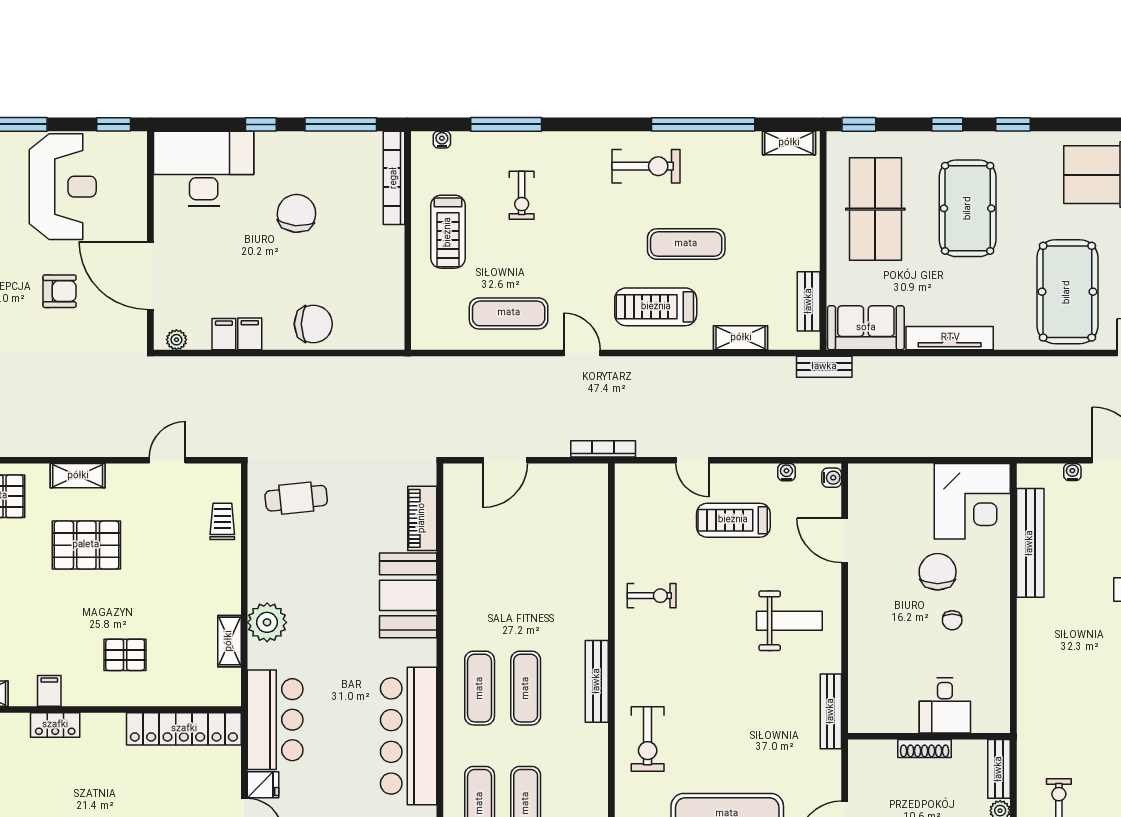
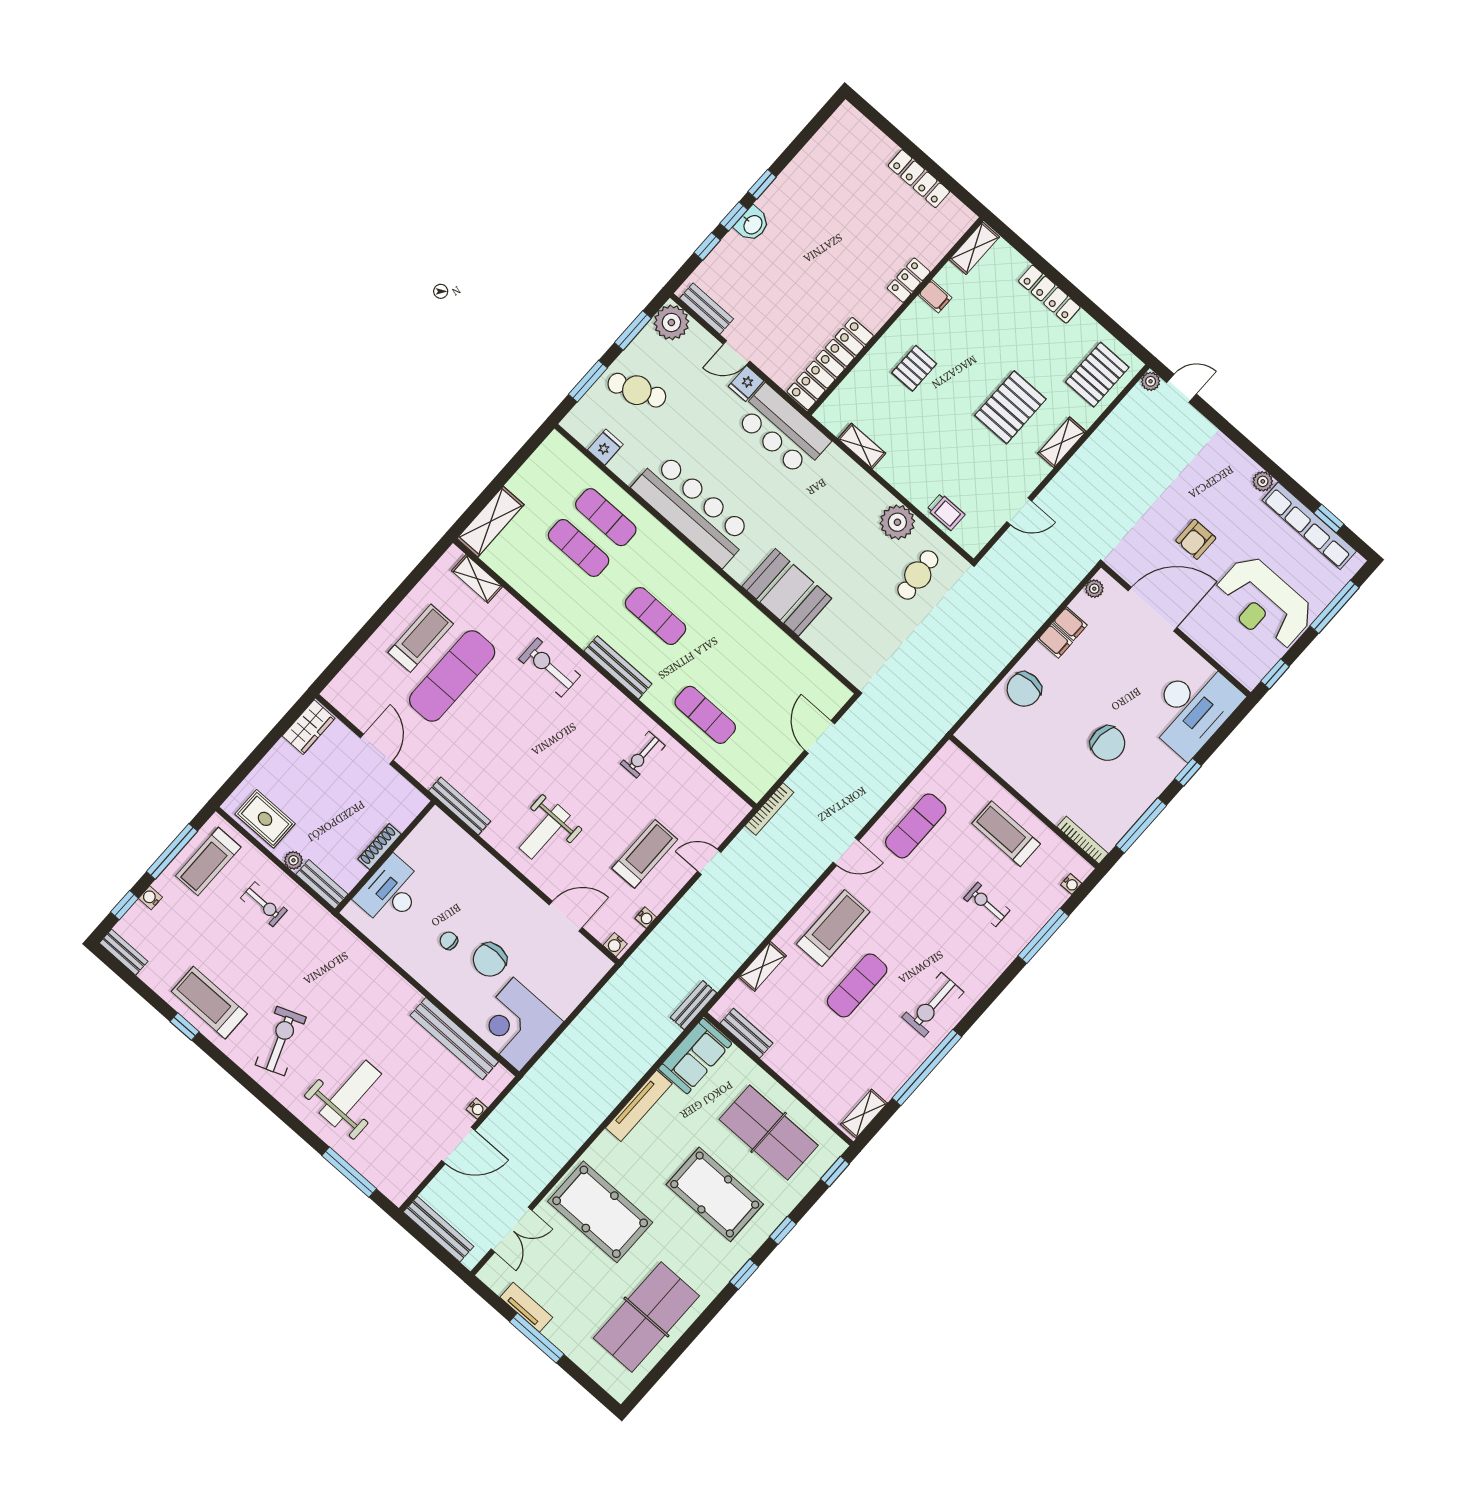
bookcase: (394, 178) -> (1083, 840), width x0.68, depth x0.76
door: (167, 460) -> (1019, 511), hinge flipped
piano: (422, 518) -> (830, 647), removed
chair: (938, 572) -> (490, 960), turned 90
plant: (267, 622) -> (897, 522), moved
exercise mat: (480, 688) -> (705, 715), moved
desk: (945, 705) -> (391, 892), width x1.37

